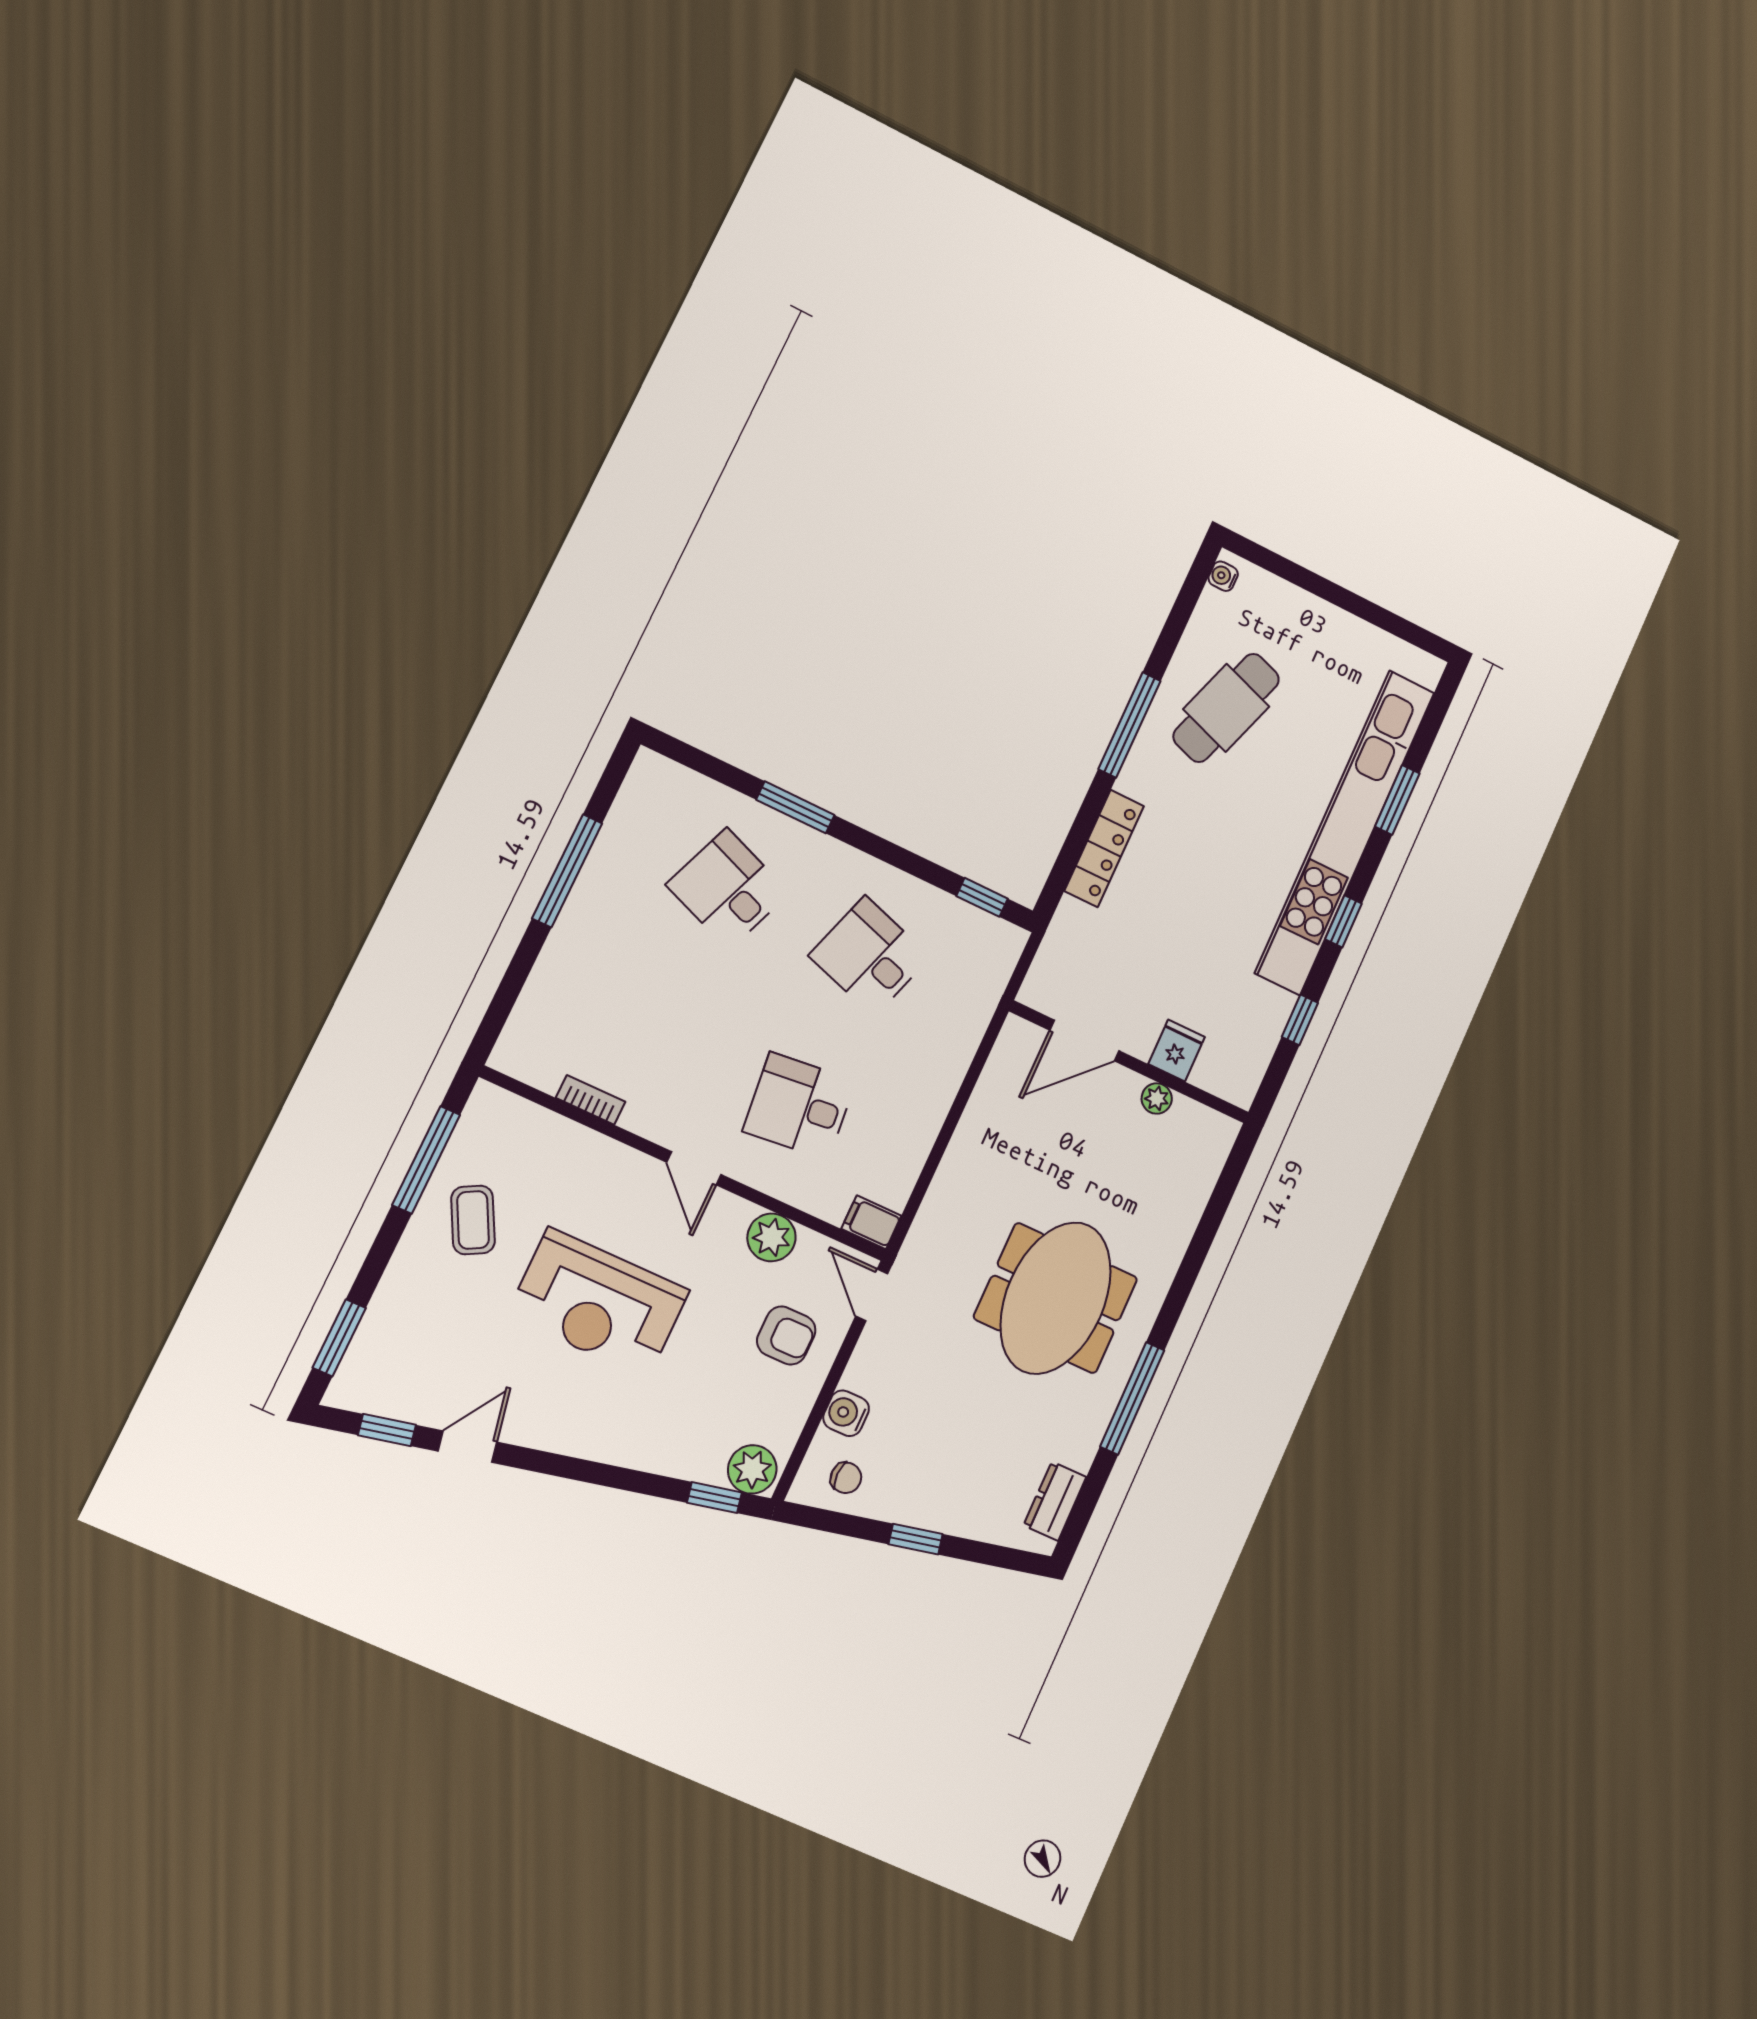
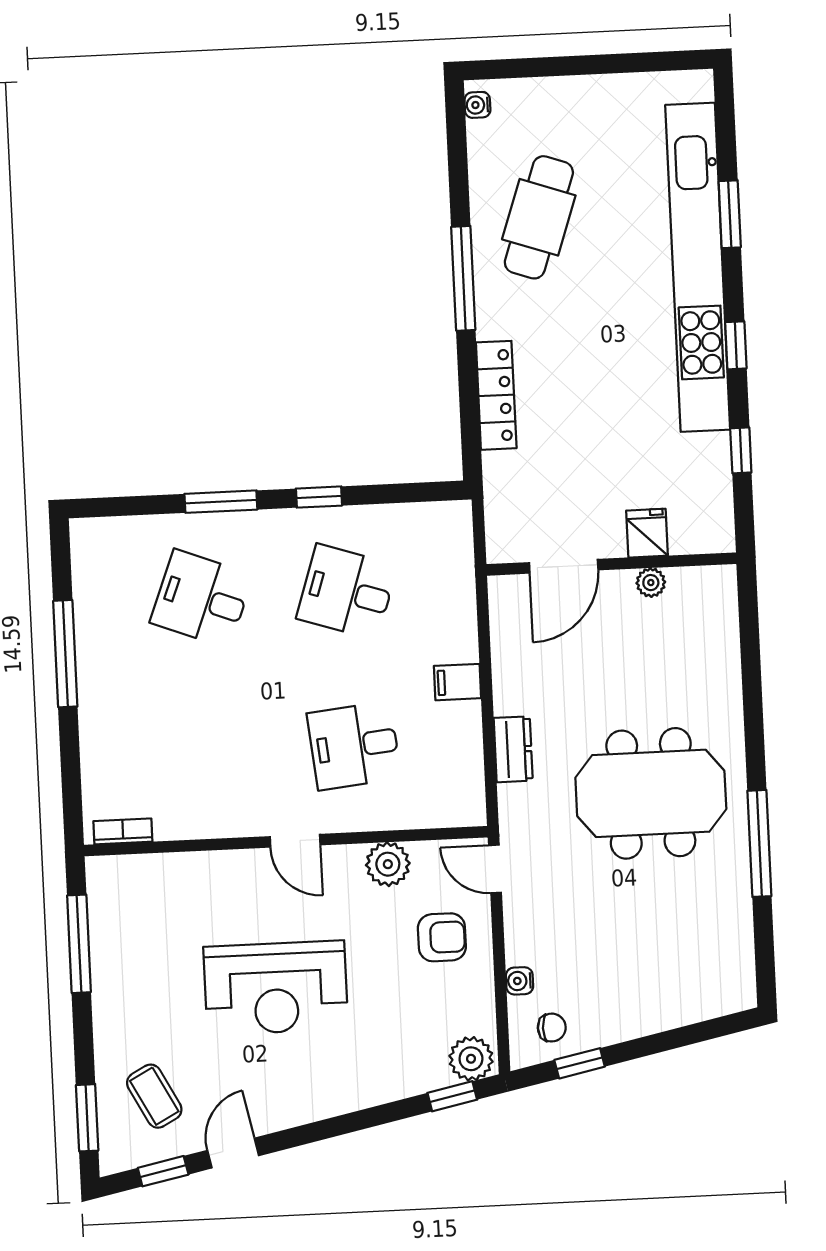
window: (982, 897) -> (319, 497), moved
bookcase: (591, 1100) -> (123, 831), moved
coffee table: (473, 1220) -> (154, 1096), moved
filing cabinet: (871, 1222) -> (457, 682), moved
meeting table: (1056, 1298) -> (651, 793), turned 90
water cooler: (846, 1413) -> (519, 981), width x0.72, depth x0.72
dresser: (1055, 1501) -> (513, 749), moved, turned 180
window: (916, 1539) -> (580, 1063), moved

